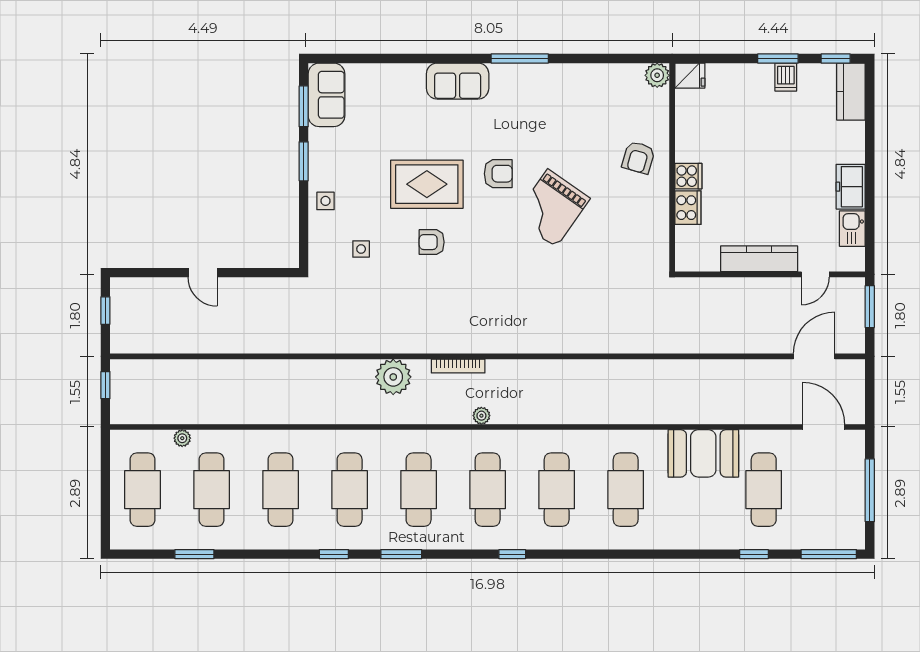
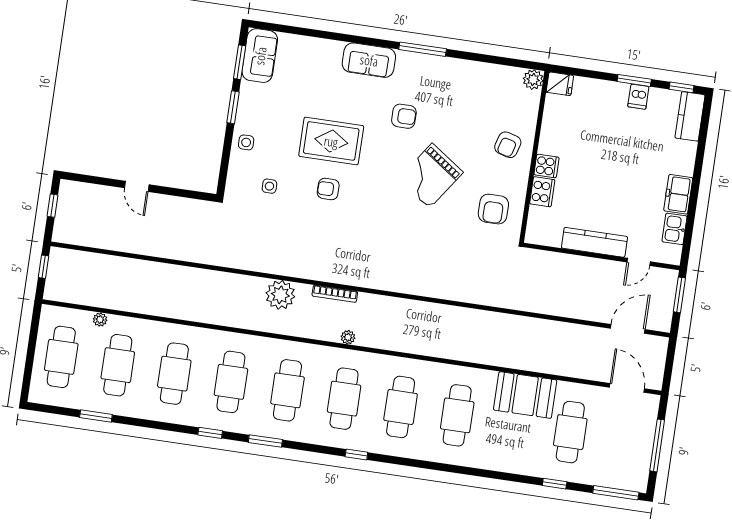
armchair: (498, 174) -> (404, 116), moved
armchair: (633, 237) -> (493, 209), added

